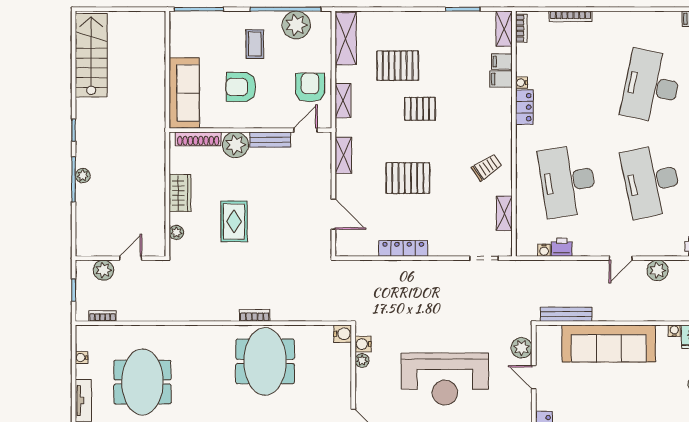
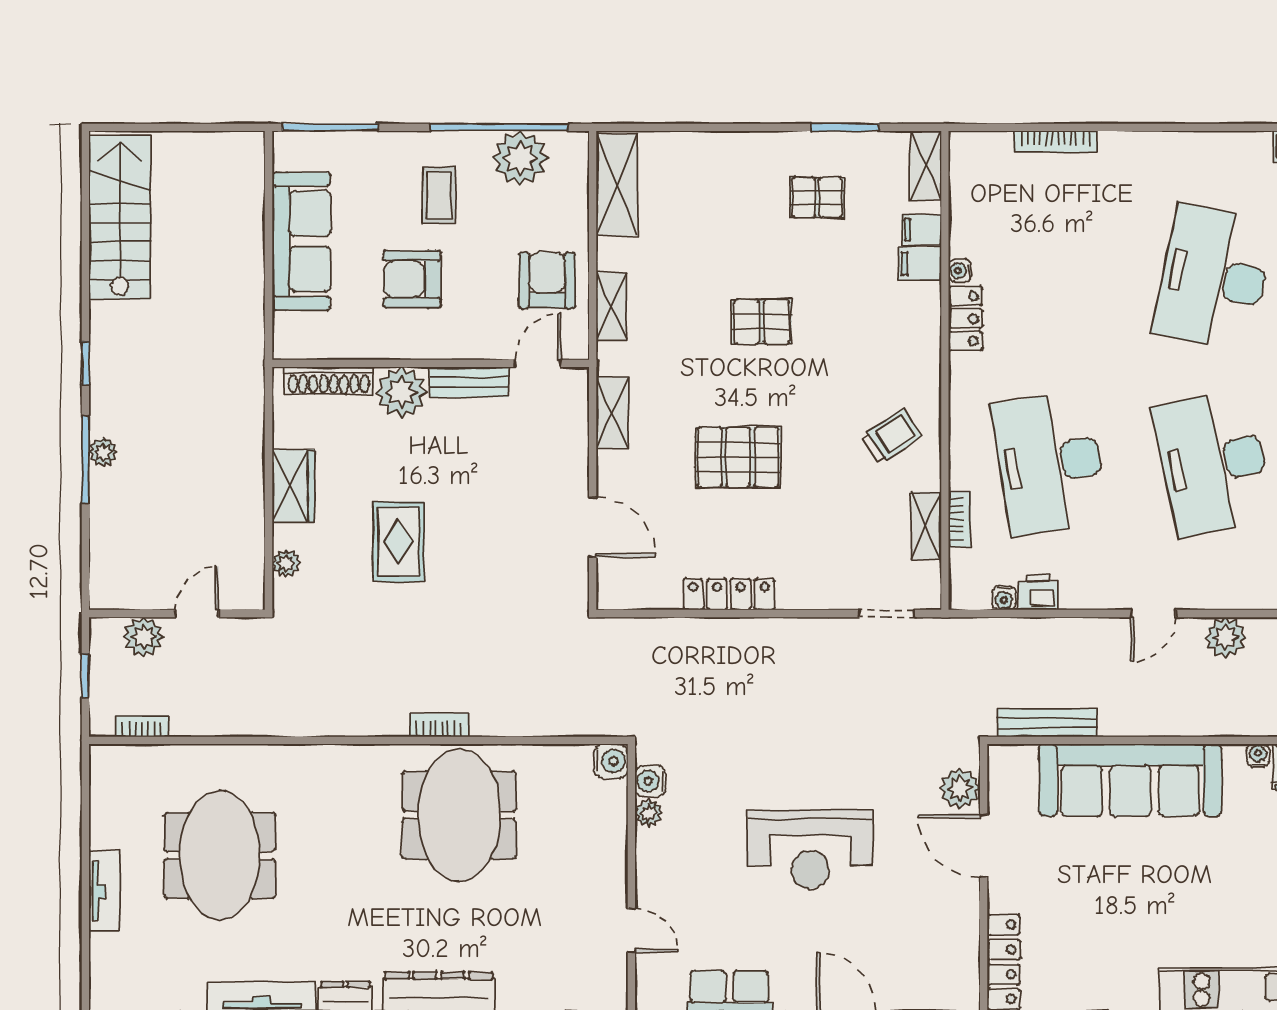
bookcase: (521, 28) -> (960, 519), moved
pallet: (398, 66) -> (817, 197), moved, width x0.67, depth x0.71
sofa: (184, 93) -> (301, 241), moved
water cooler: (82, 358) -> (101, 807), removed
door: (534, 377) -> (984, 846), width x1.38
reception desk: (445, 379) -> (810, 849), width x0.74, depth x0.77

